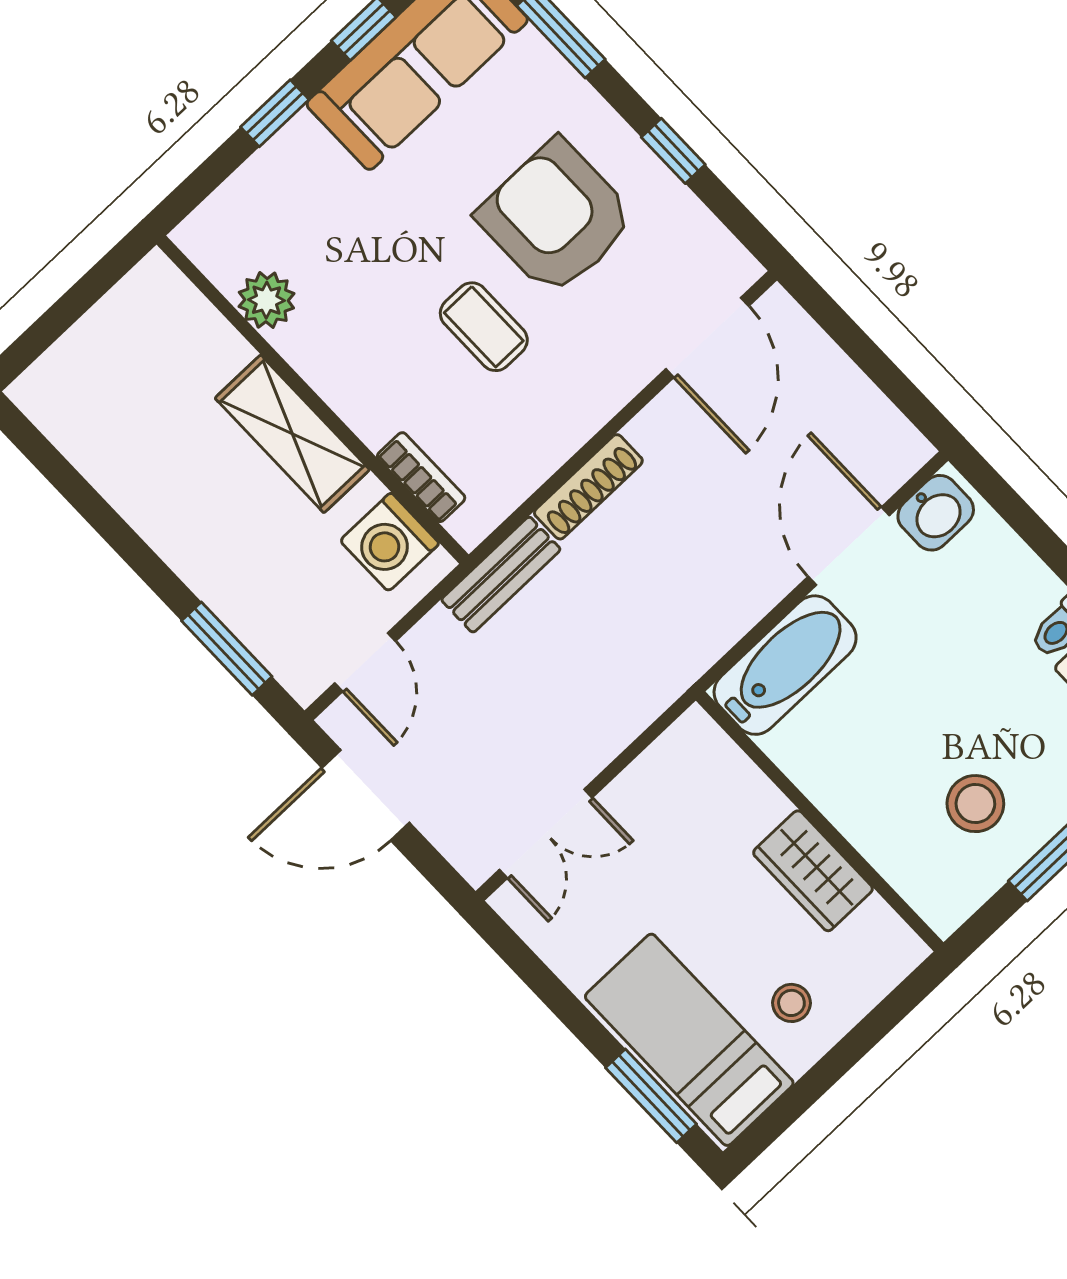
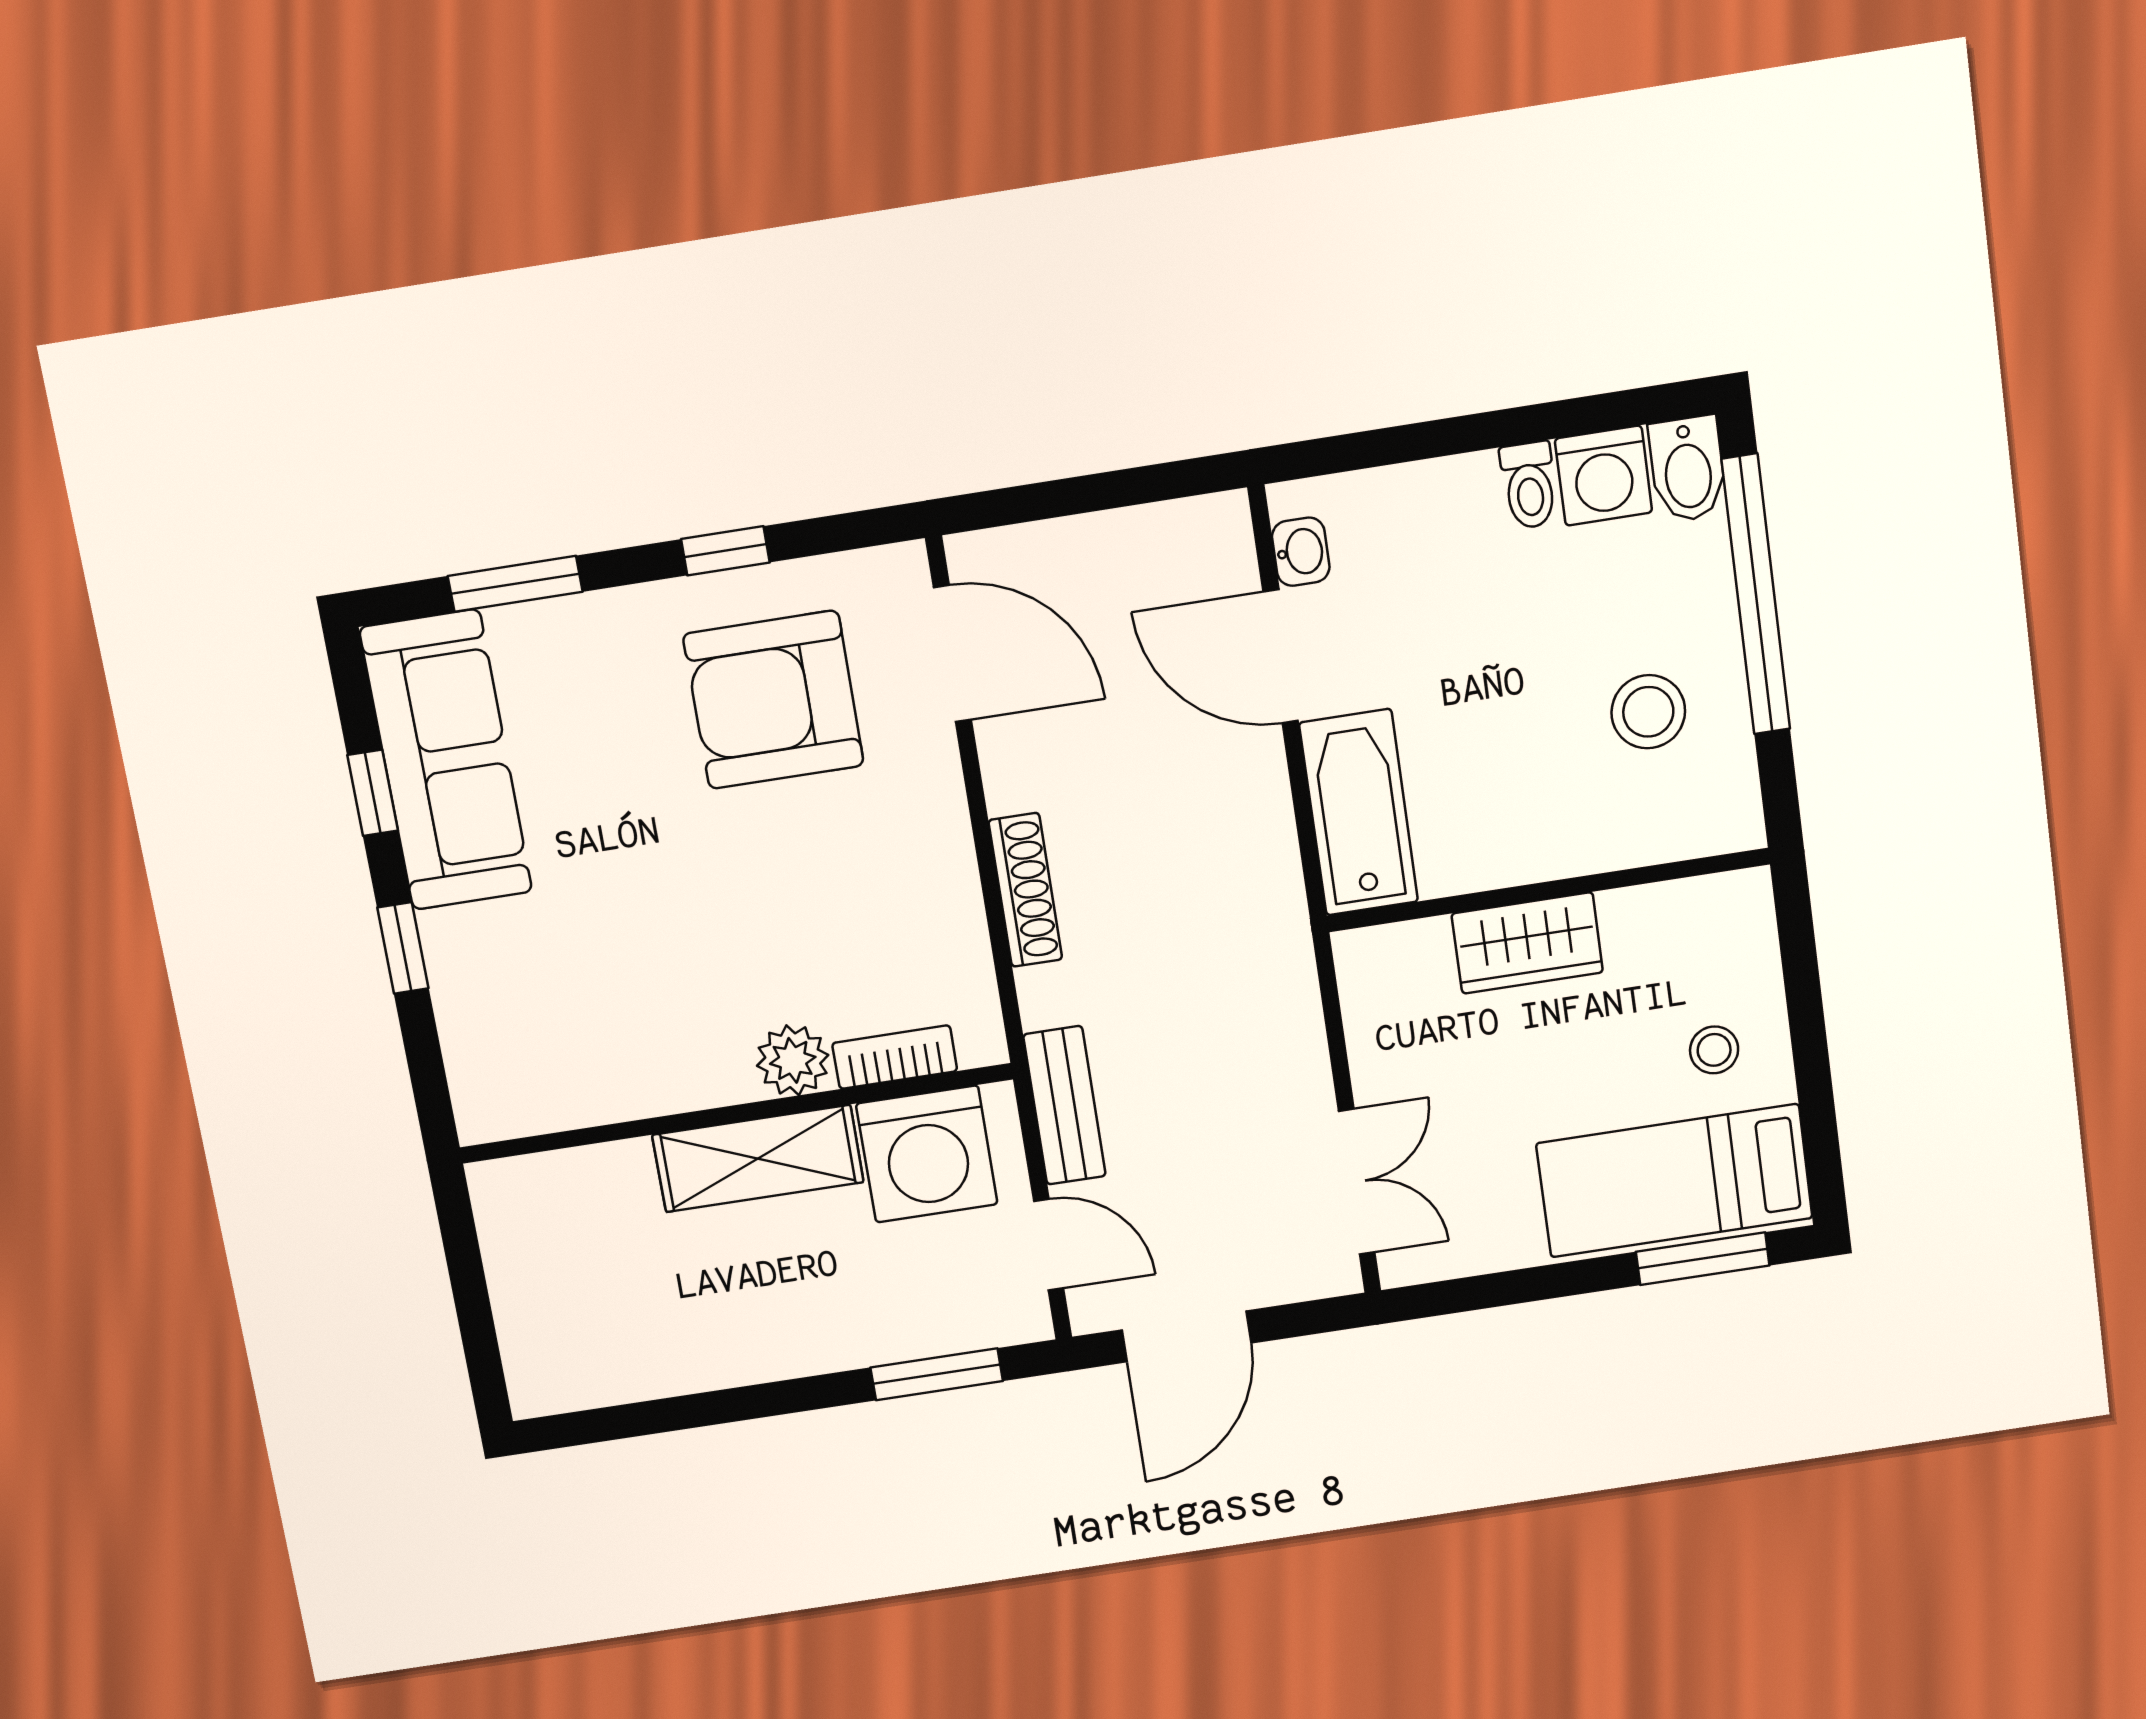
armchair: (556, 218) -> (773, 700), moved
plant: (266, 300) -> (793, 1060), moved
coffee table: (484, 327) -> (779, 884), removed
washbasin: (936, 513) -> (1301, 552), width x0.72, depth x0.69
washing machine: (390, 542) -> (927, 1154), width x1.37, depth x1.37
bench: (501, 575) -> (1064, 1105), moved
wardrobe: (813, 871) -> (1527, 943), moved

